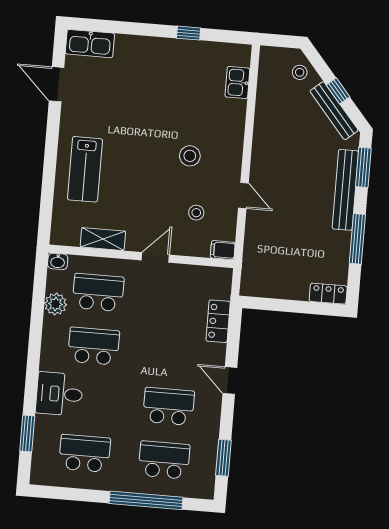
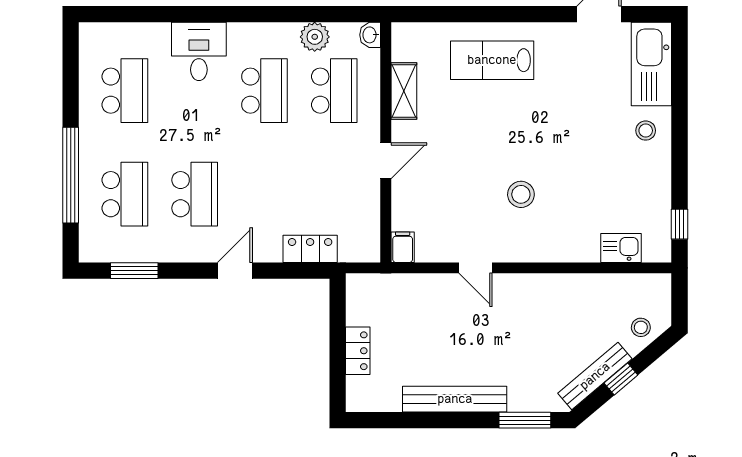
window: (189, 33) -> (680, 224), moved
kitchen sink: (90, 44) -> (651, 64), width x1.36, depth x1.24
bench: (345, 190) -> (455, 399), moved
door: (243, 196) -> (475, 268), hinge flipped
stool: (196, 213) -> (646, 131), moved
window: (357, 239) -> (432, 420), removed
door: (155, 257) -> (386, 161), hinge flipped
locker: (328, 294) -> (358, 351), moved
window: (27, 434) -> (144, 14), removed

